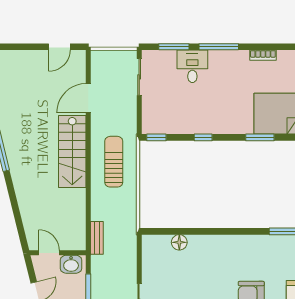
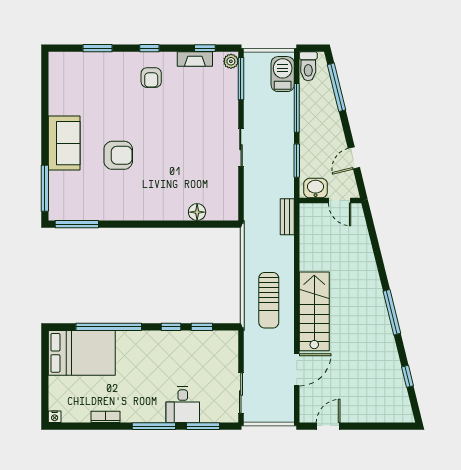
window: (156, 137) -> (202, 327), moved
window: (260, 137) -> (109, 327), width x2.11

